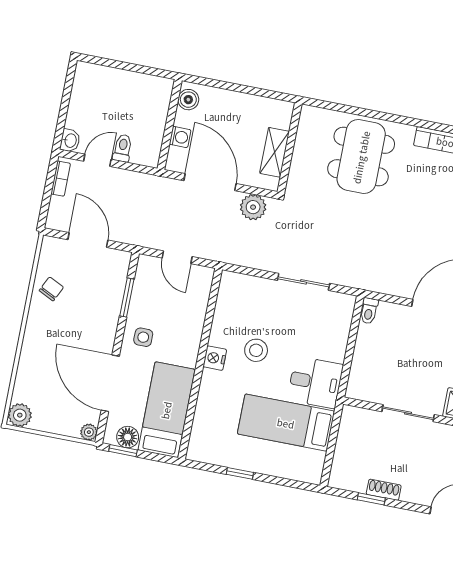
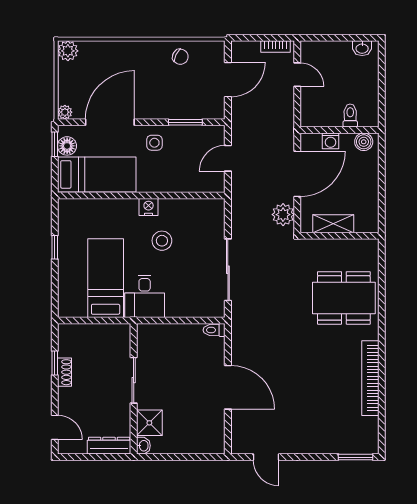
washbasin: (70, 141) -> (362, 48), moved
toilet: (123, 148) -> (350, 116), moved, turned -90
sliding door: (304, 282) -> (228, 270), width x1.37

